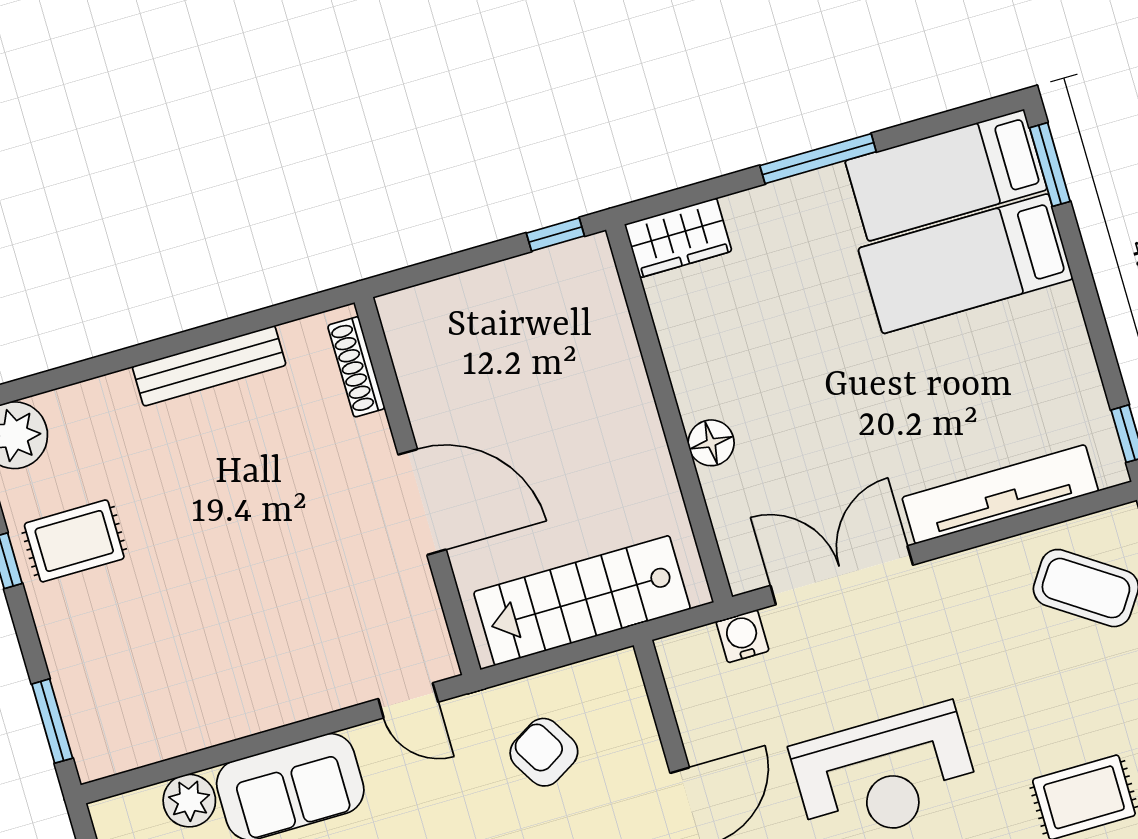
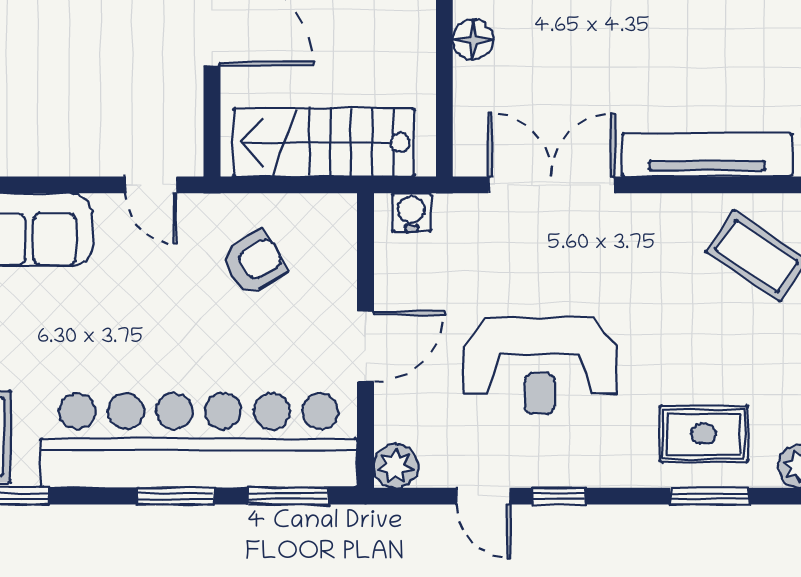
water cooler: (742, 636) -> (411, 212), moved
armchair: (544, 752) -> (254, 262), turned 90

